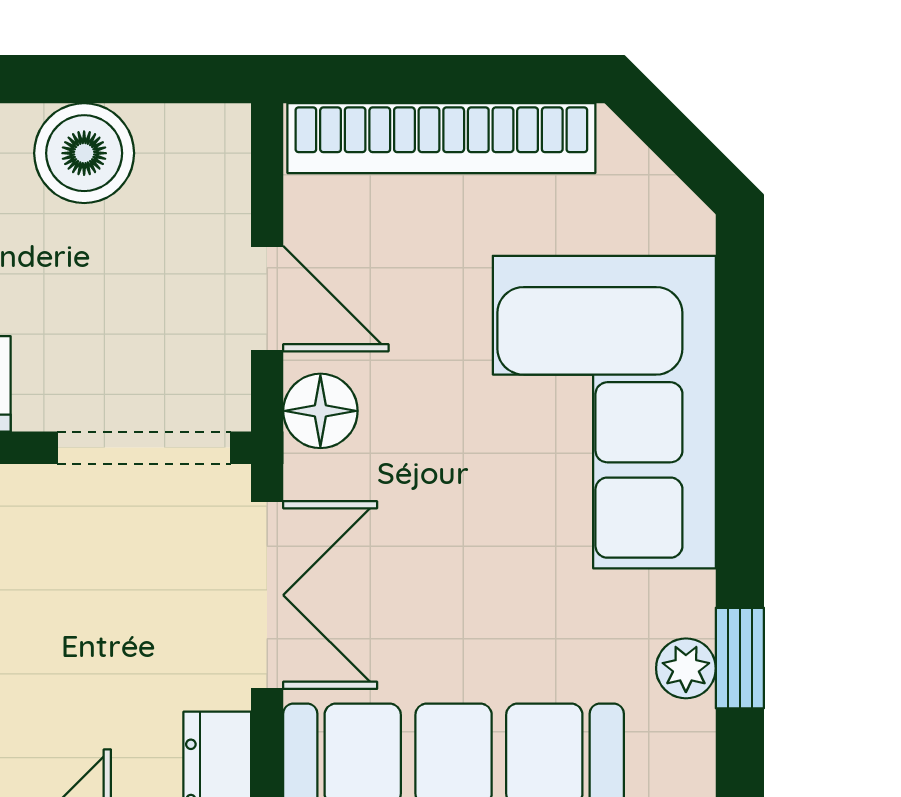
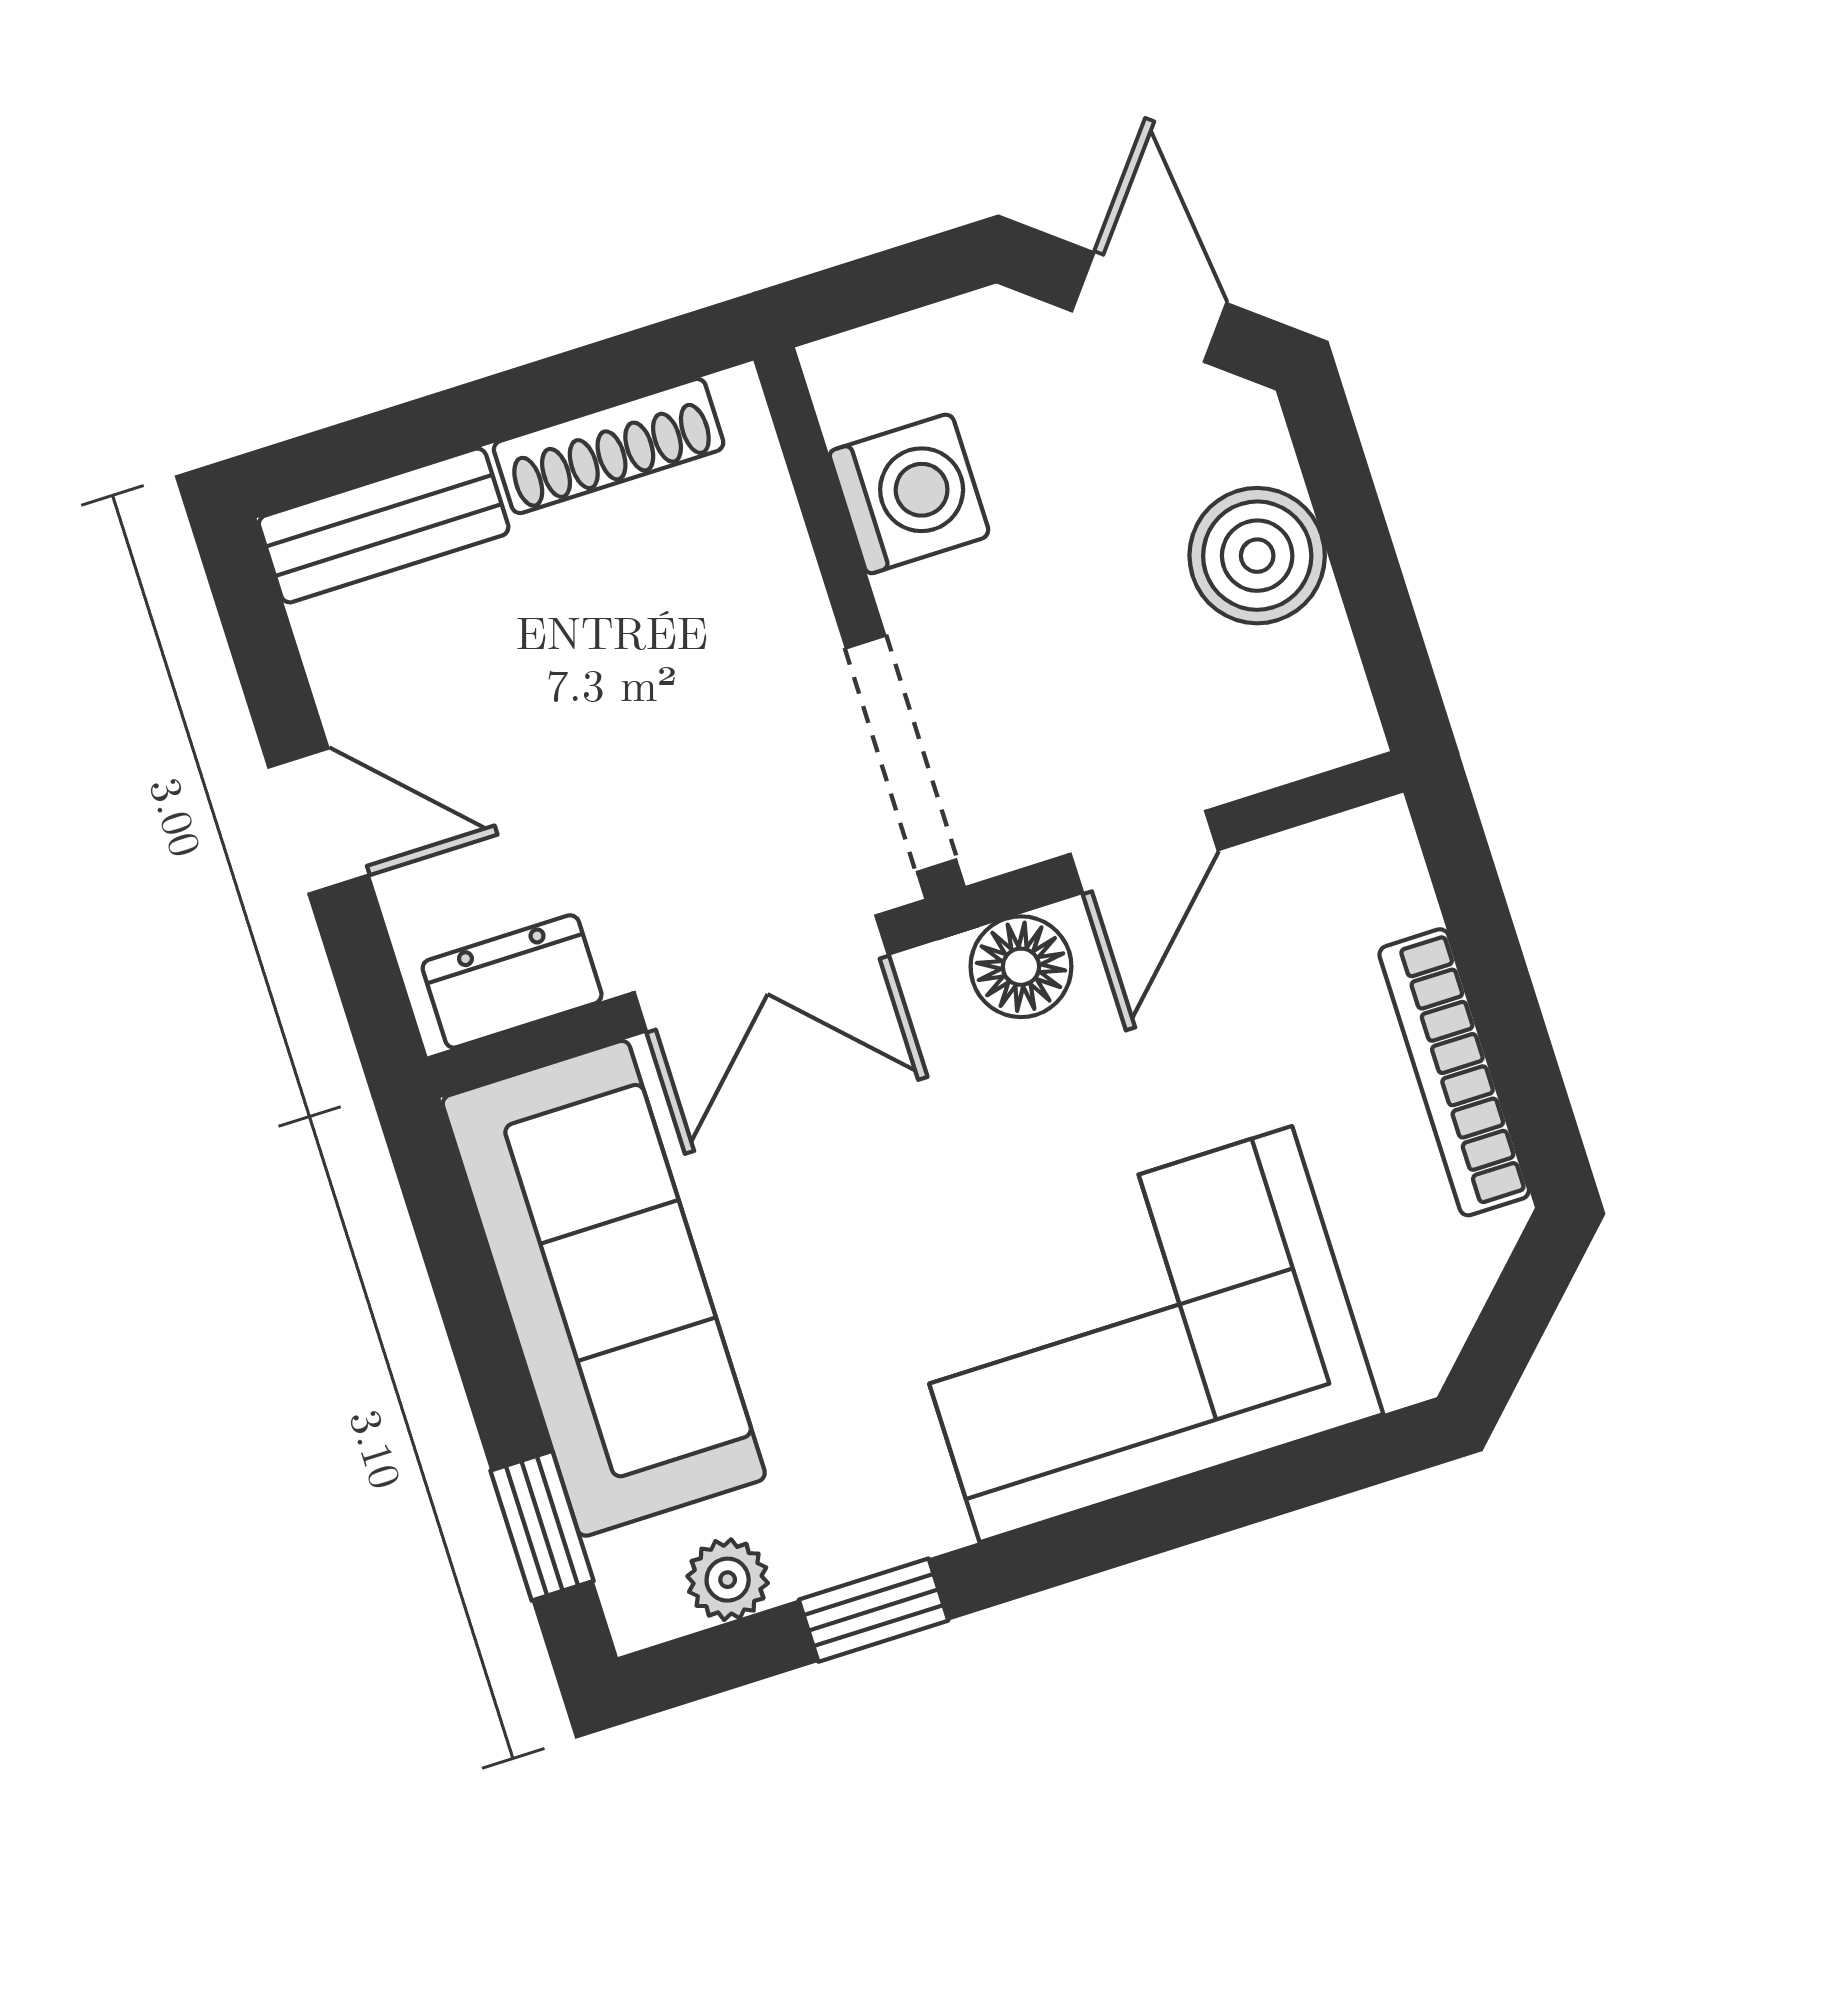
bookcase: (441, 138) -> (1454, 1072), width x0.68, depth x0.76
plant: (686, 668) -> (728, 1580), moved

